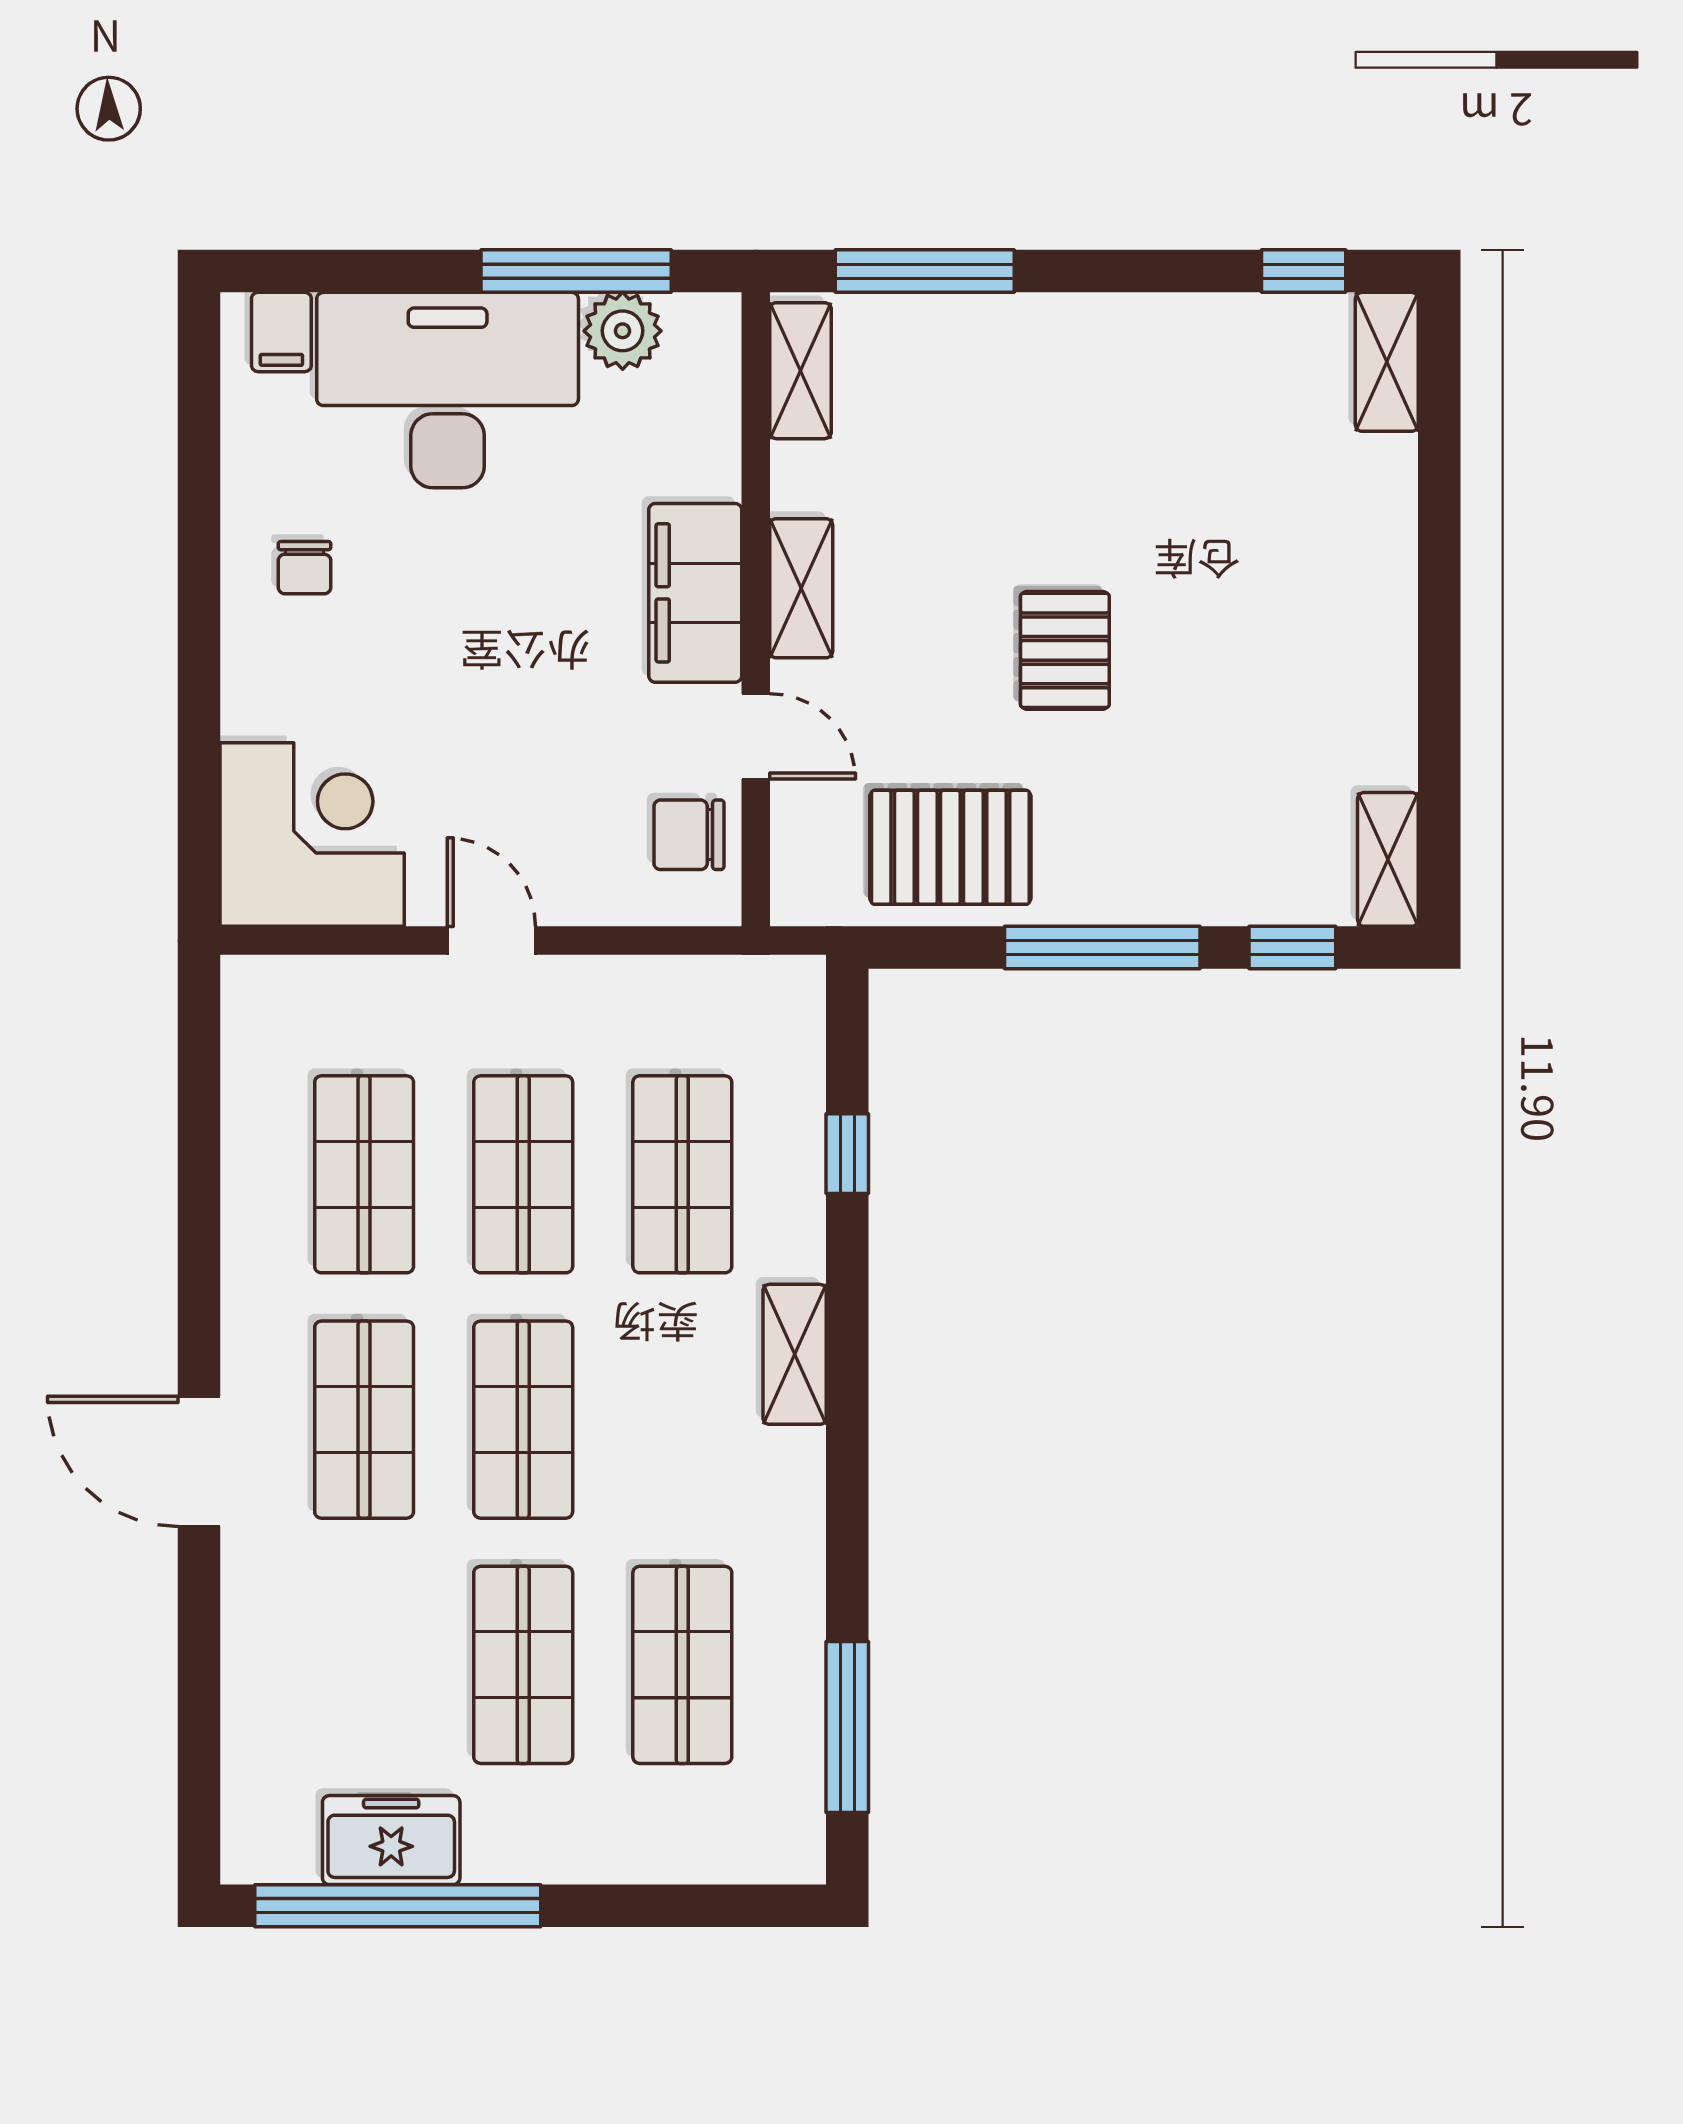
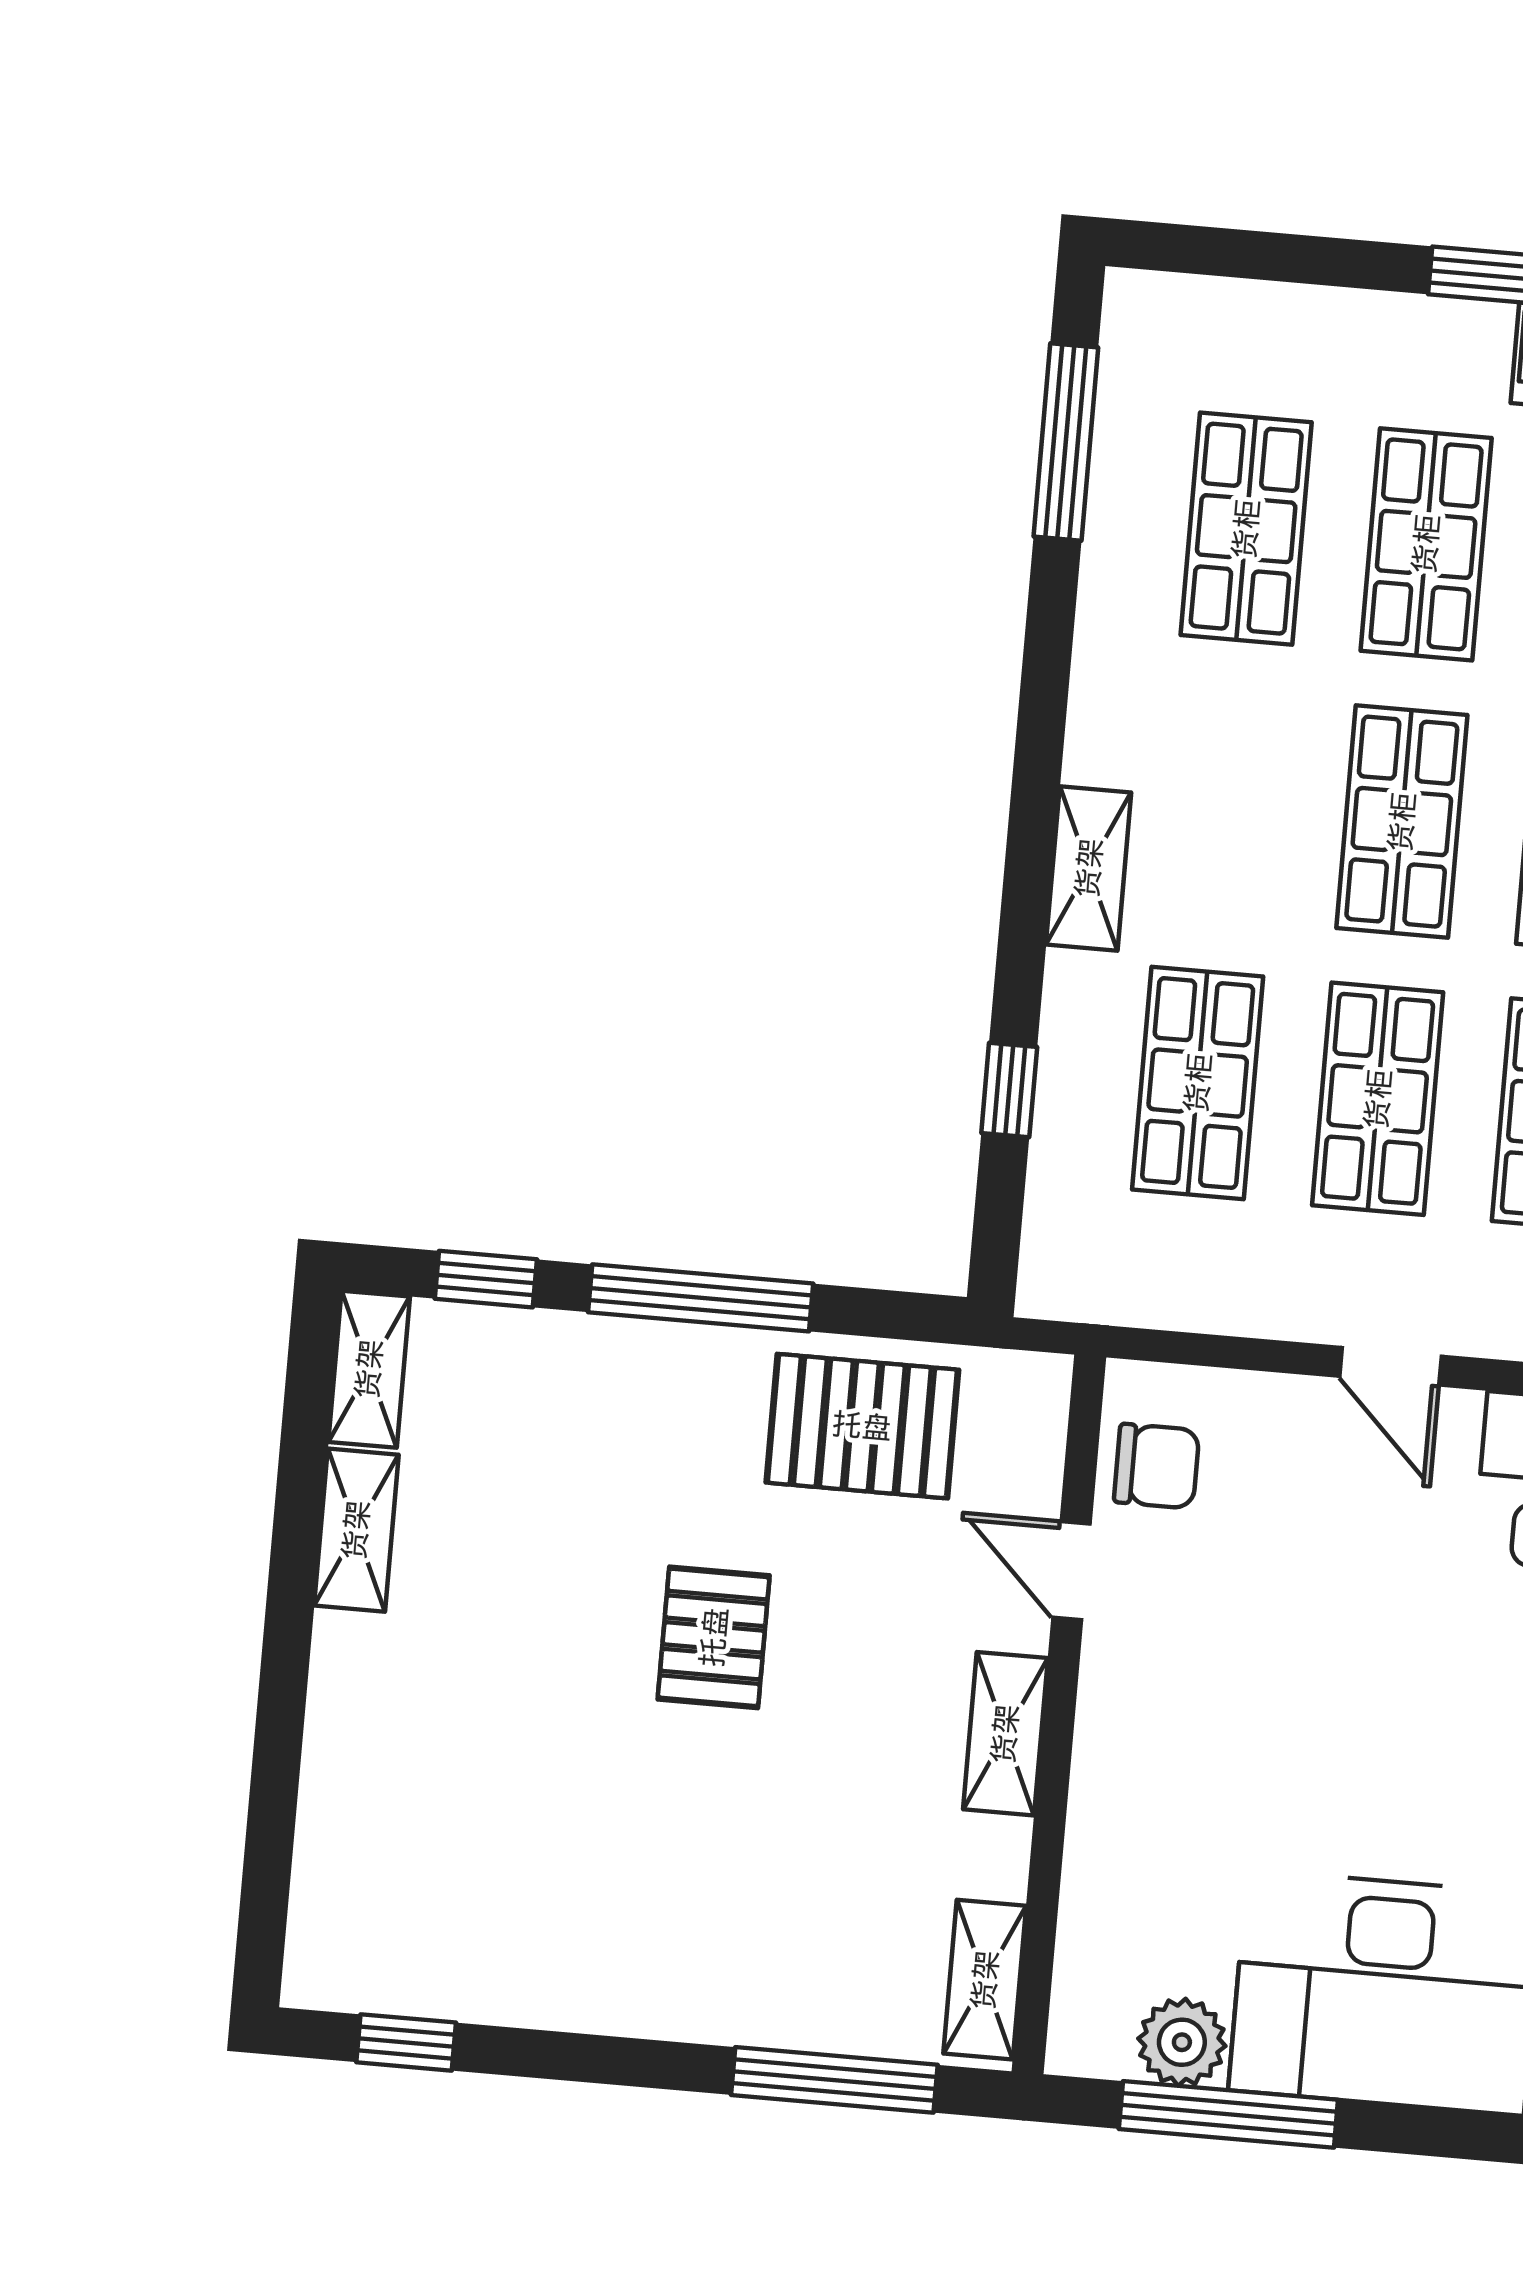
shelving: (1387, 362) -> (356, 1530), moved
filing cabinet: (695, 593) -> (1126, 1739), removed

